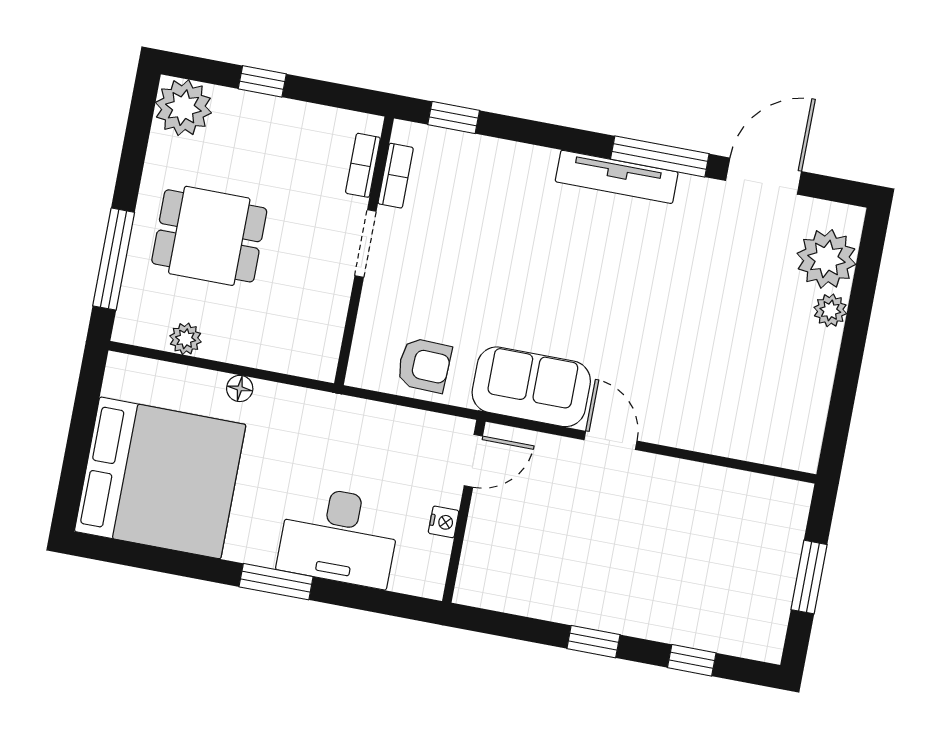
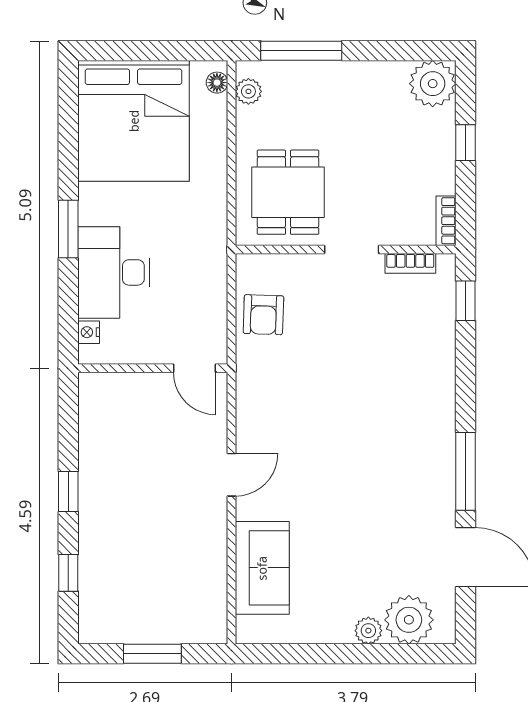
bookcase: (363, 165) -> (446, 221), moved, turned -90
tv unit: (617, 177) -> (443, 440), removed
dining table: (209, 236) -> (288, 192), moved
plant: (186, 339) -> (248, 91), moved
sofa: (531, 387) -> (262, 568), moved
floor lamp: (240, 388) -> (217, 83), moved
nightstand: (444, 522) -> (89, 332), moved, turned 90

